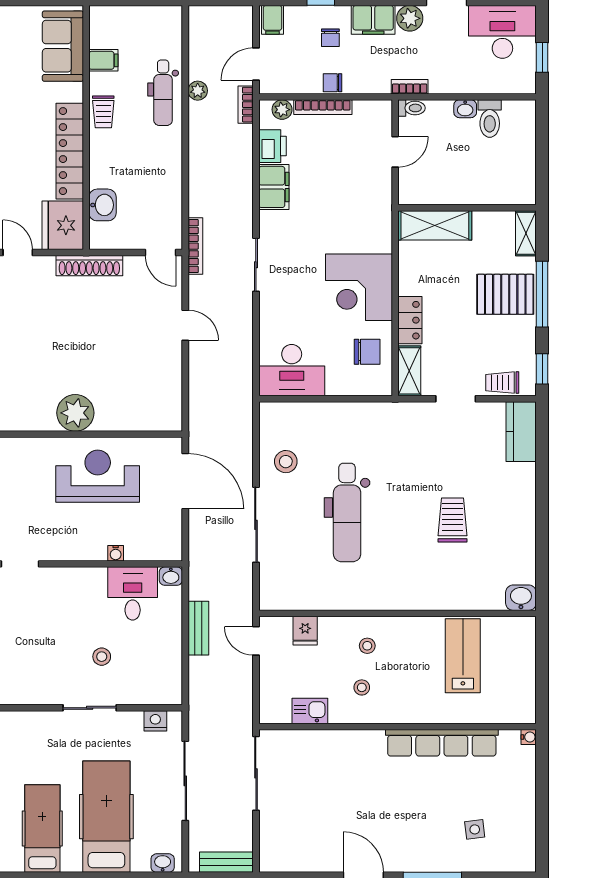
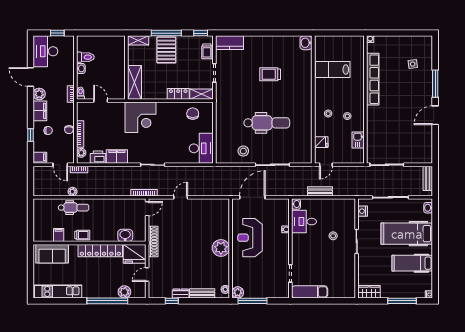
corner desk: (359, 287) -> (141, 117), moved

